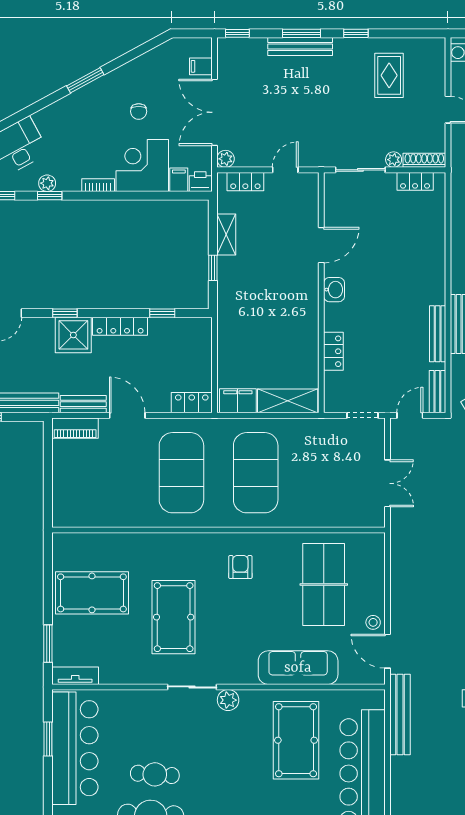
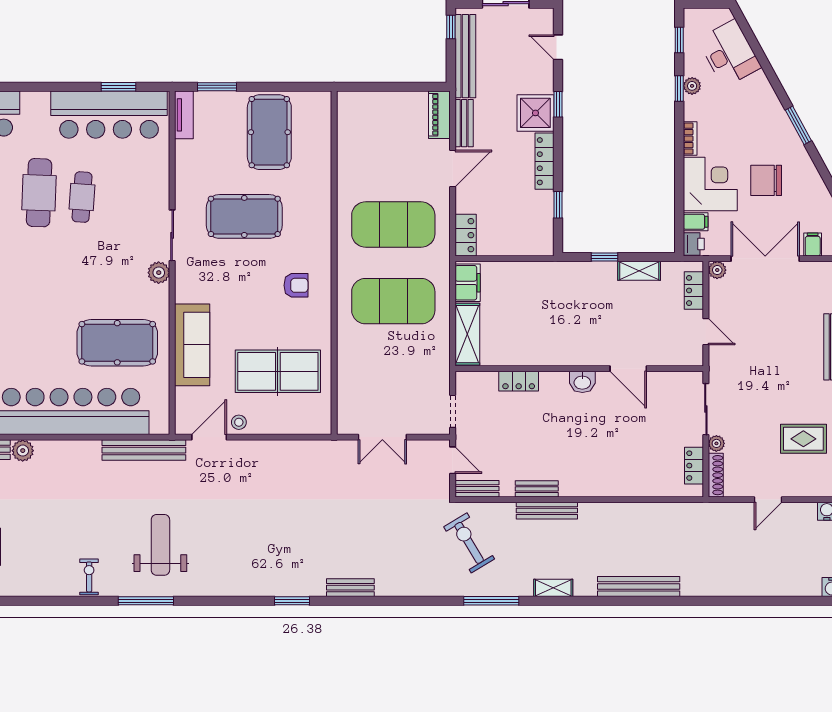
chair: (139, 111) -> (766, 180), width x1.87, depth x1.87
bench: (438, 334) -> (537, 489), width x0.73

